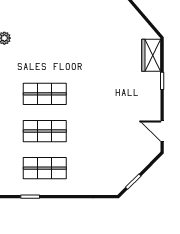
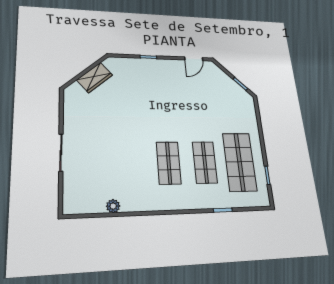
wardrobe: (151, 55) -> (95, 78), moved, turned -41
shop shelf: (45, 168) -> (240, 162), width x1.43, depth x1.36

